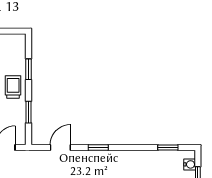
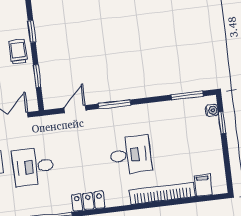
window: (98, 148) -> (114, 104), width x1.50
window: (168, 148) -> (187, 96), width x1.50

